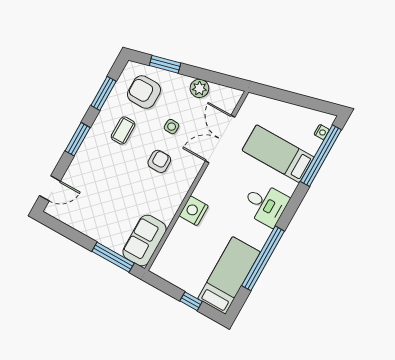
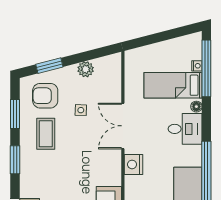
coffee table: (123, 130) -> (46, 134), width x1.36, depth x1.30
nightstand: (322, 132) -> (197, 66), moved
double door: (220, 139) -> (123, 126), moved
armchair: (159, 161) -> (86, 142), removed
floor lamp: (289, 188) -> (196, 107), added

